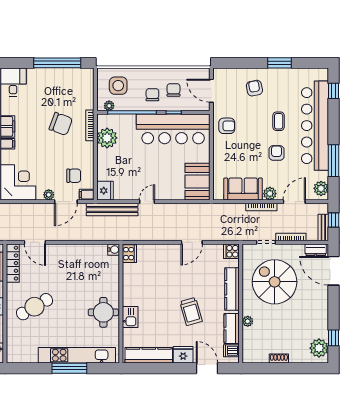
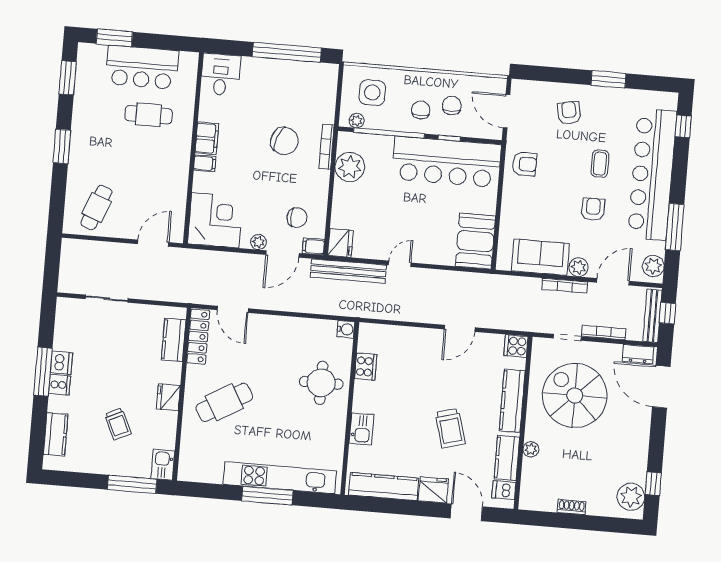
bench: (323, 227) -> (652, 316), width x1.36
cooker: (129, 254) -> (366, 367), moved
round table: (103, 312) -> (321, 383), moved

